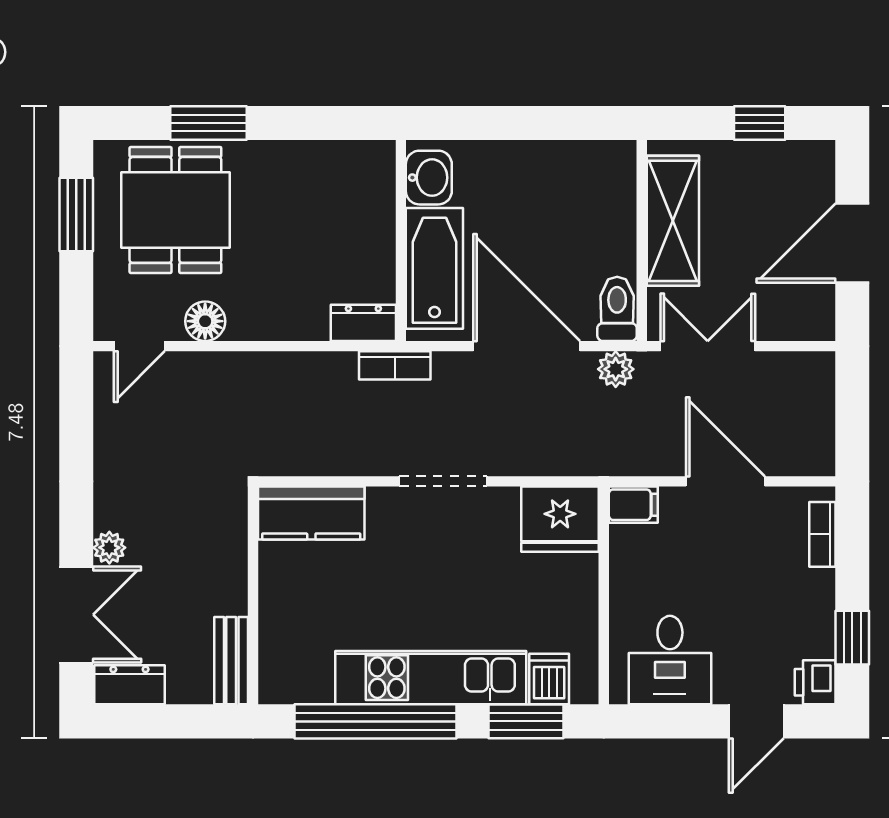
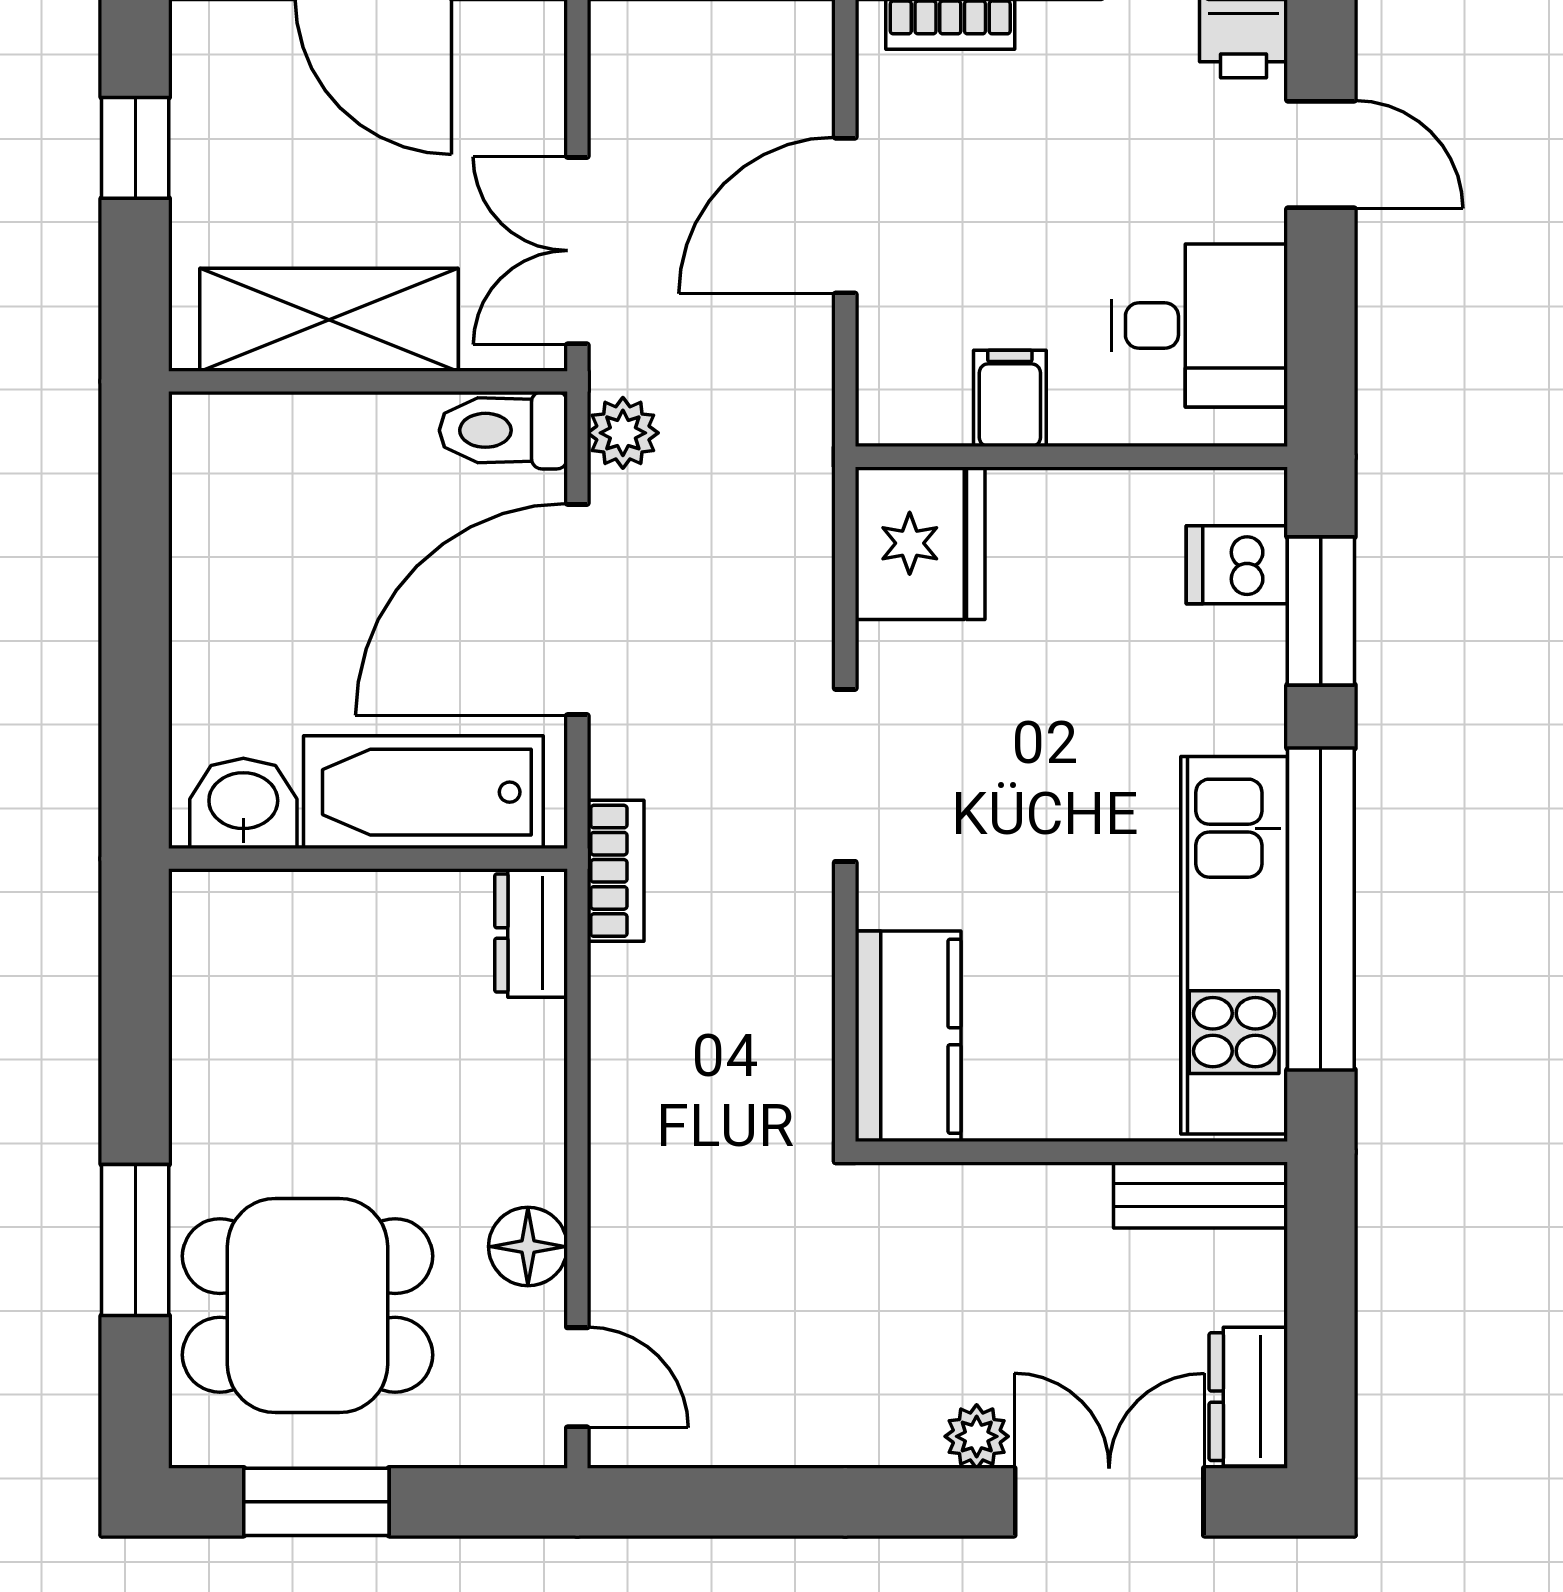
filing cabinet: (633, 505) -> (1010, 398), moved
kitchen unit: (431, 678) -> (1234, 945), moved

